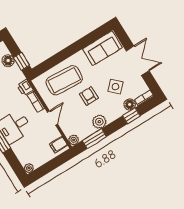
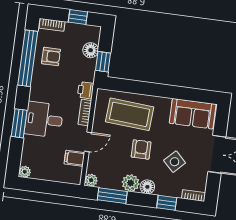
floor lamp: (130, 104) -> (147, 187), moved
filing cabinet: (59, 145) -> (74, 158), moved

